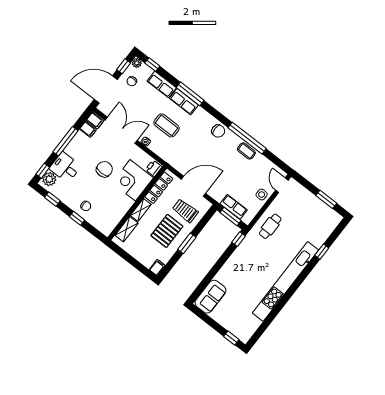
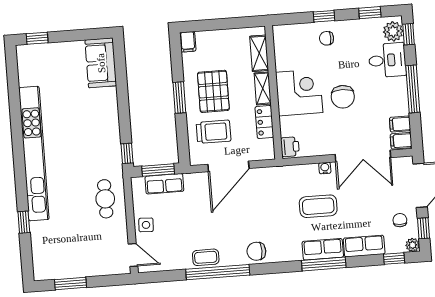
corner desk: (133, 180) -> (299, 92), moved
locker: (159, 188) -> (264, 122), width x0.66

